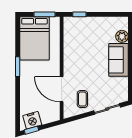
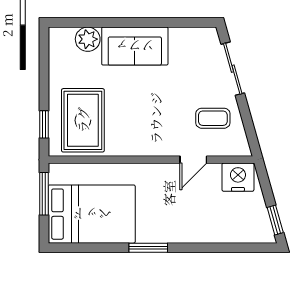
rug: (81, 34) -> (83, 120), added
door: (62, 89) -> (193, 160), width x0.53
nightstand: (32, 120) -> (238, 177), moved, turned -74

